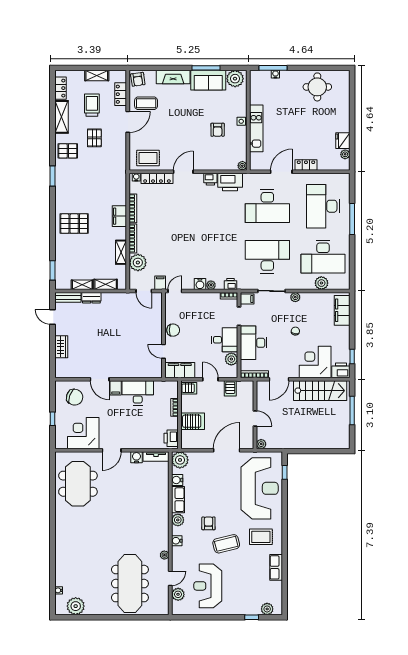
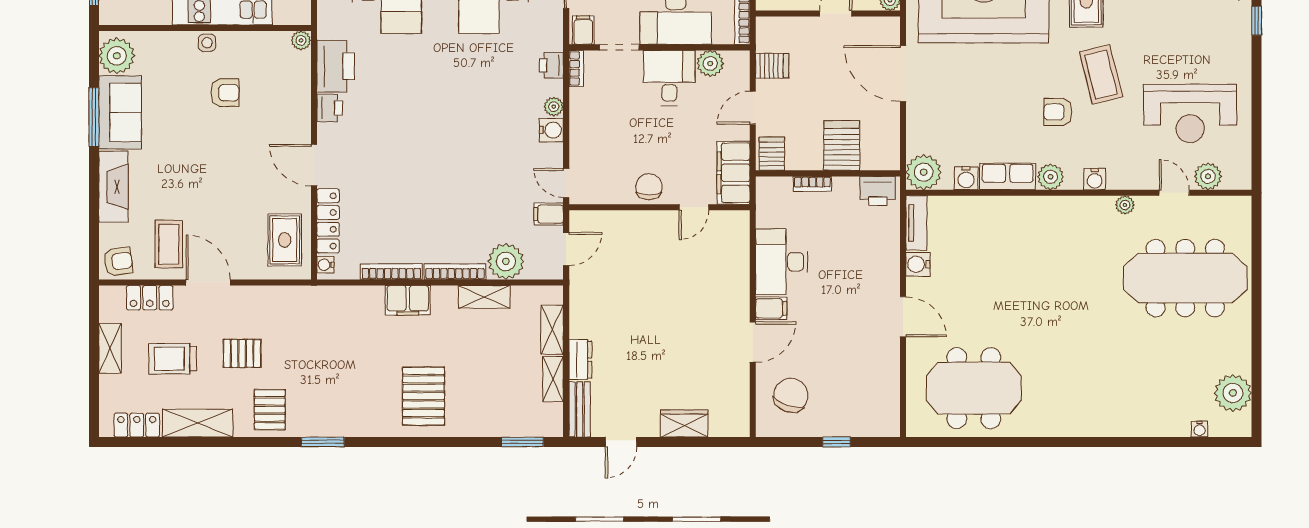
corner desk: (83, 433) -> (867, 377), removed

